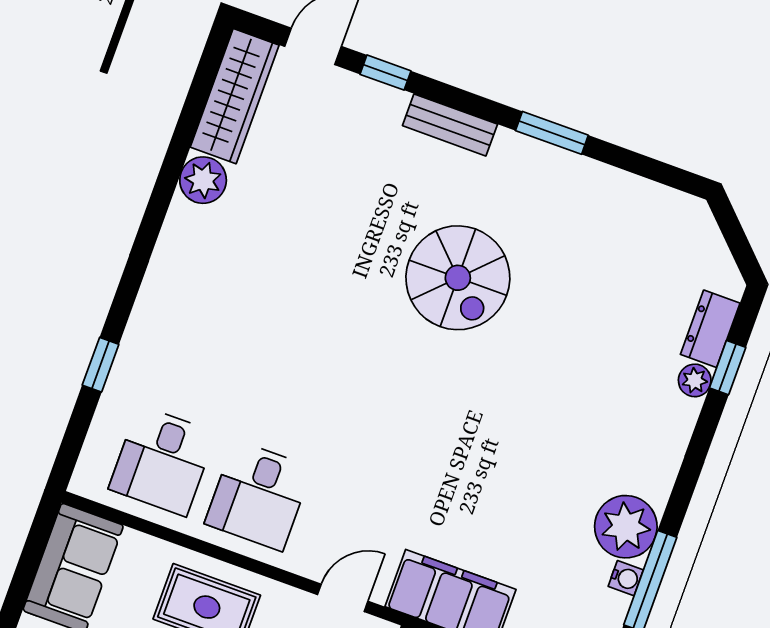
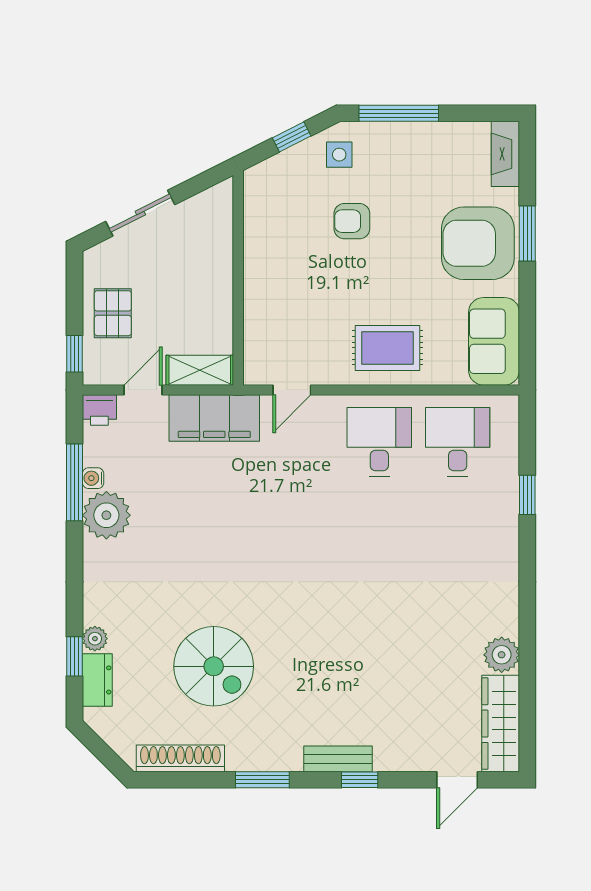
window: (385, 73) -> (360, 780), moved
shoe rack: (643, 196) -> (180, 758), added
spiral stairs: (458, 278) -> (214, 666), moved, turned 180

